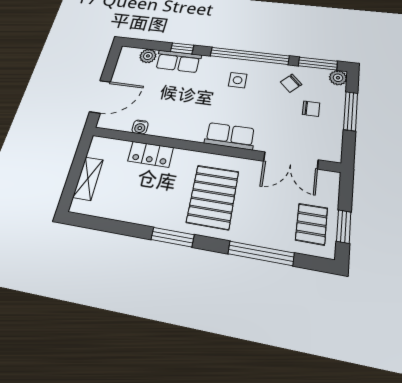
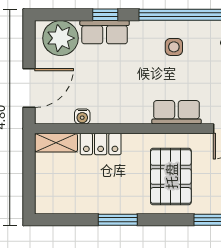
plant: (148, 56) -> (60, 38), width x1.87, depth x1.87
shelving: (88, 178) -> (56, 143), moved, turned 90
window: (173, 237) -> (118, 220), moved

